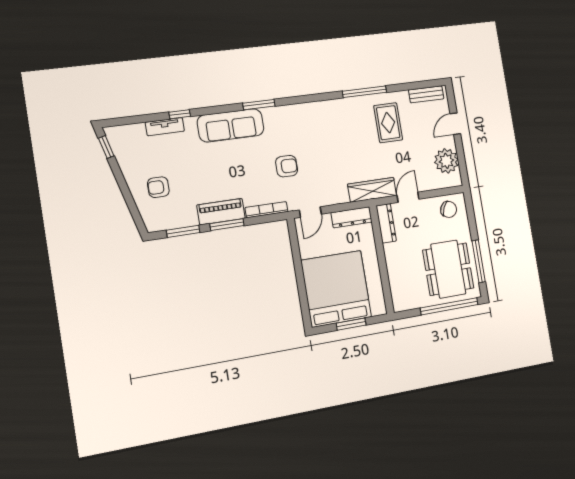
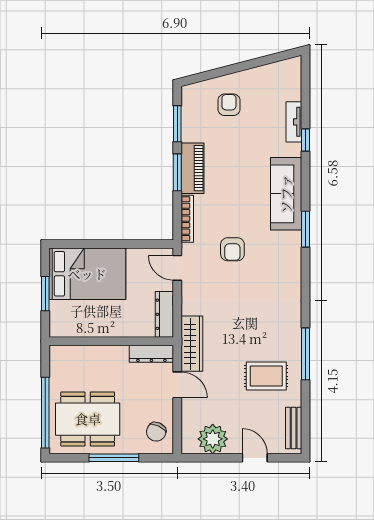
window: (106, 147) -> (280, 56), removed
window: (479, 261) -> (114, 458), moved
bed: (336, 289) -> (87, 274), width x0.73

